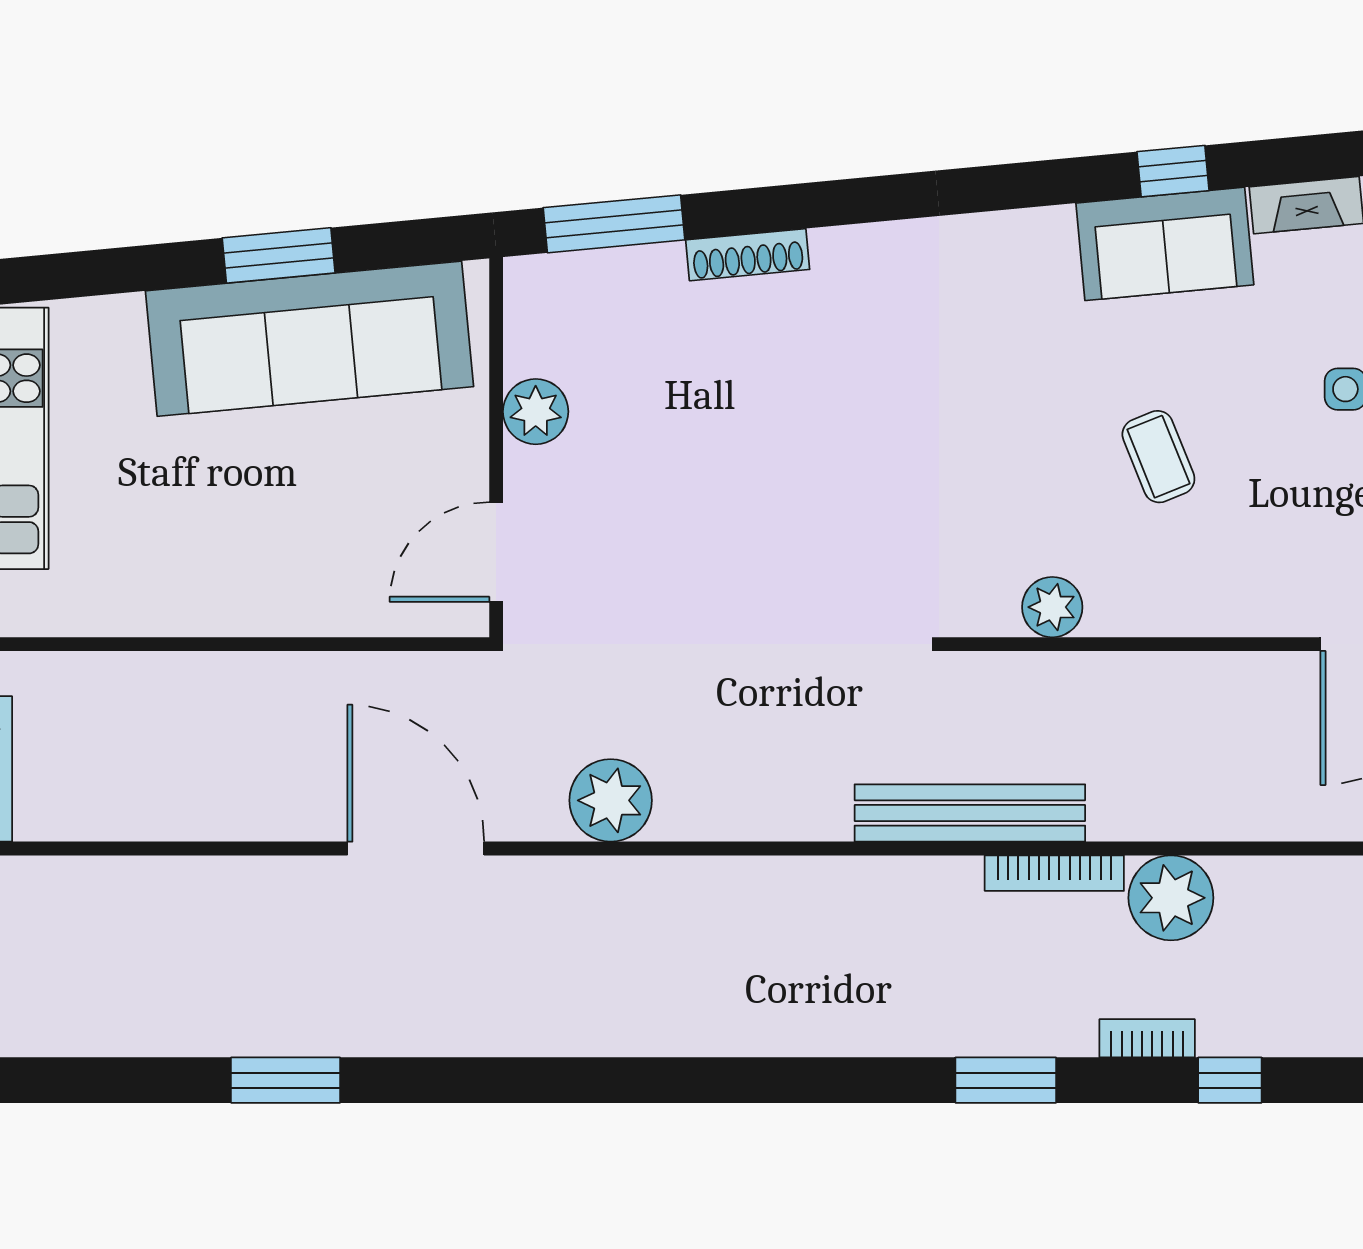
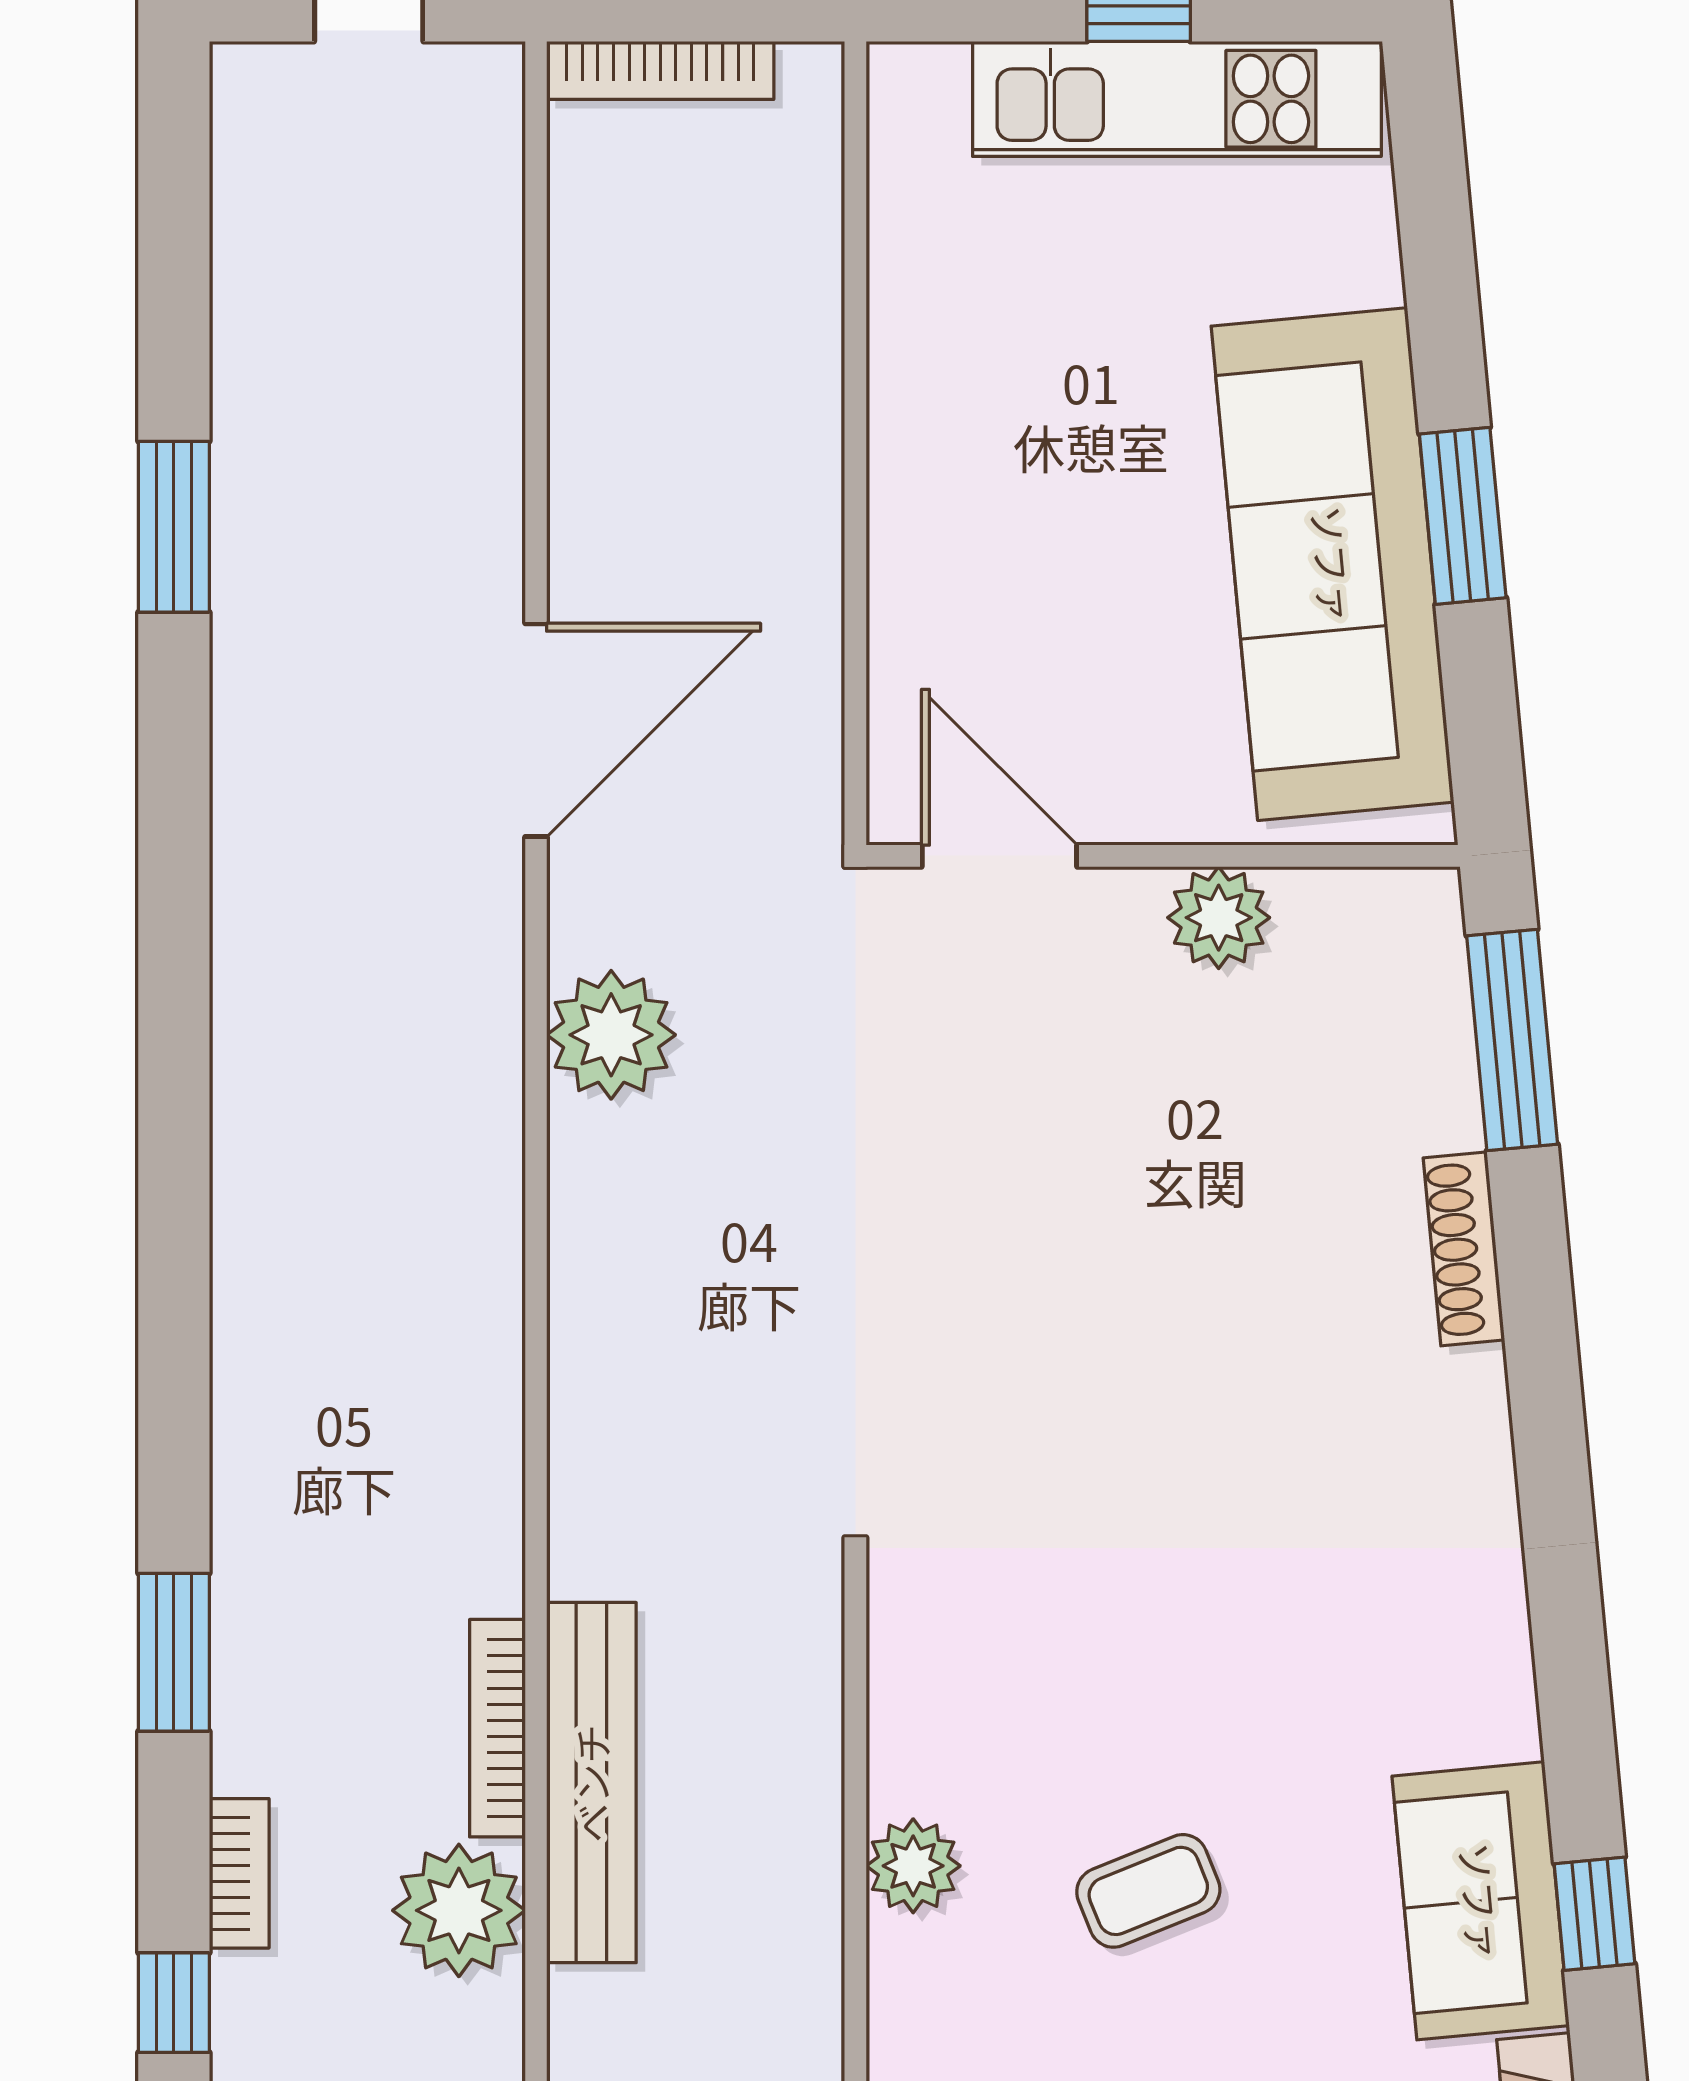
plant: (1052, 607) -> (913, 1866), moved
bench: (970, 813) -> (591, 1783), moved

